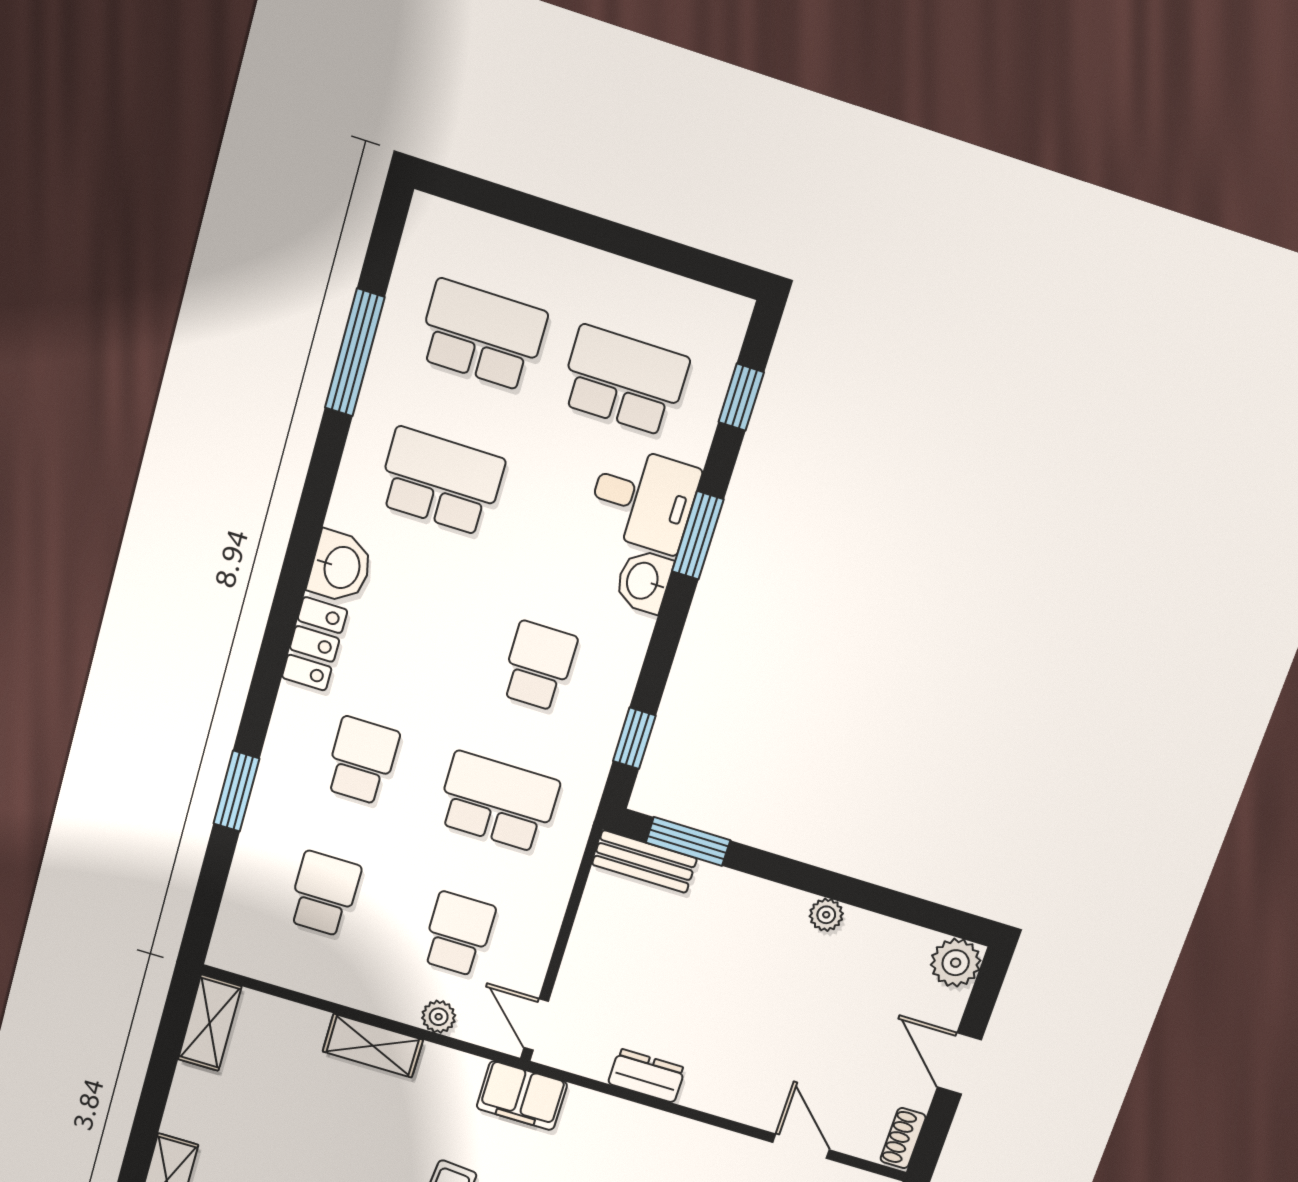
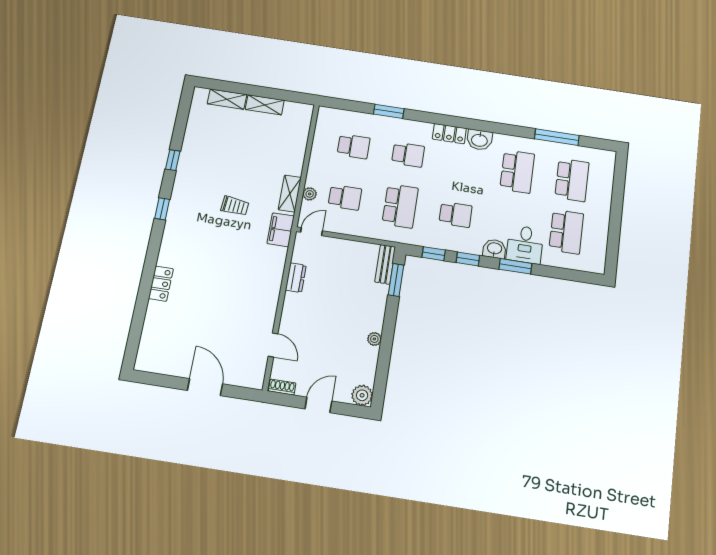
window: (741, 397) -> (468, 259), moved
shelving: (210, 1023) -> (265, 105), moved
shelving: (373, 1046) -> (290, 194), moved
door: (801, 1146) -> (273, 345), hinge flipped

